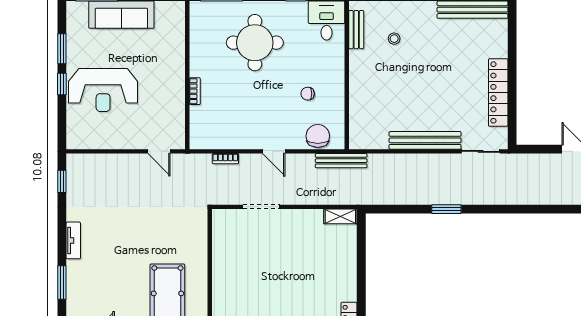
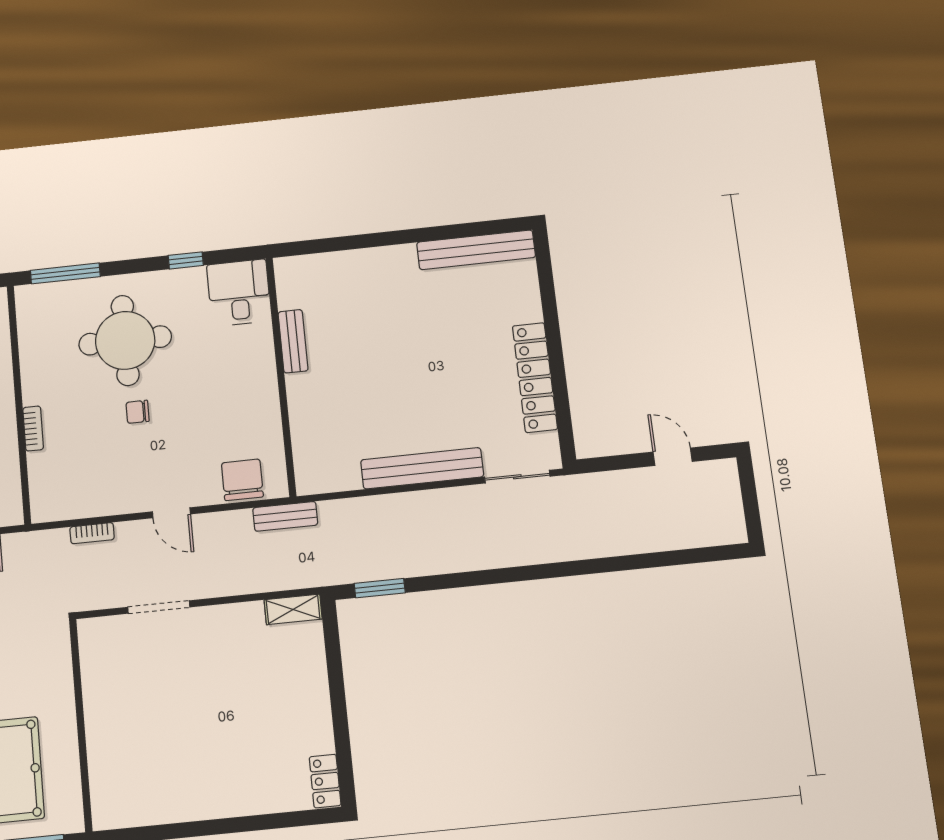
bench: (356, 30) -> (293, 341), moved
stool: (394, 39) -> (353, 309), removed
chair: (308, 94) -> (138, 412), moved
bench: (341, 161) -> (285, 516), width x0.73
window: (446, 209) -> (380, 588), moved

